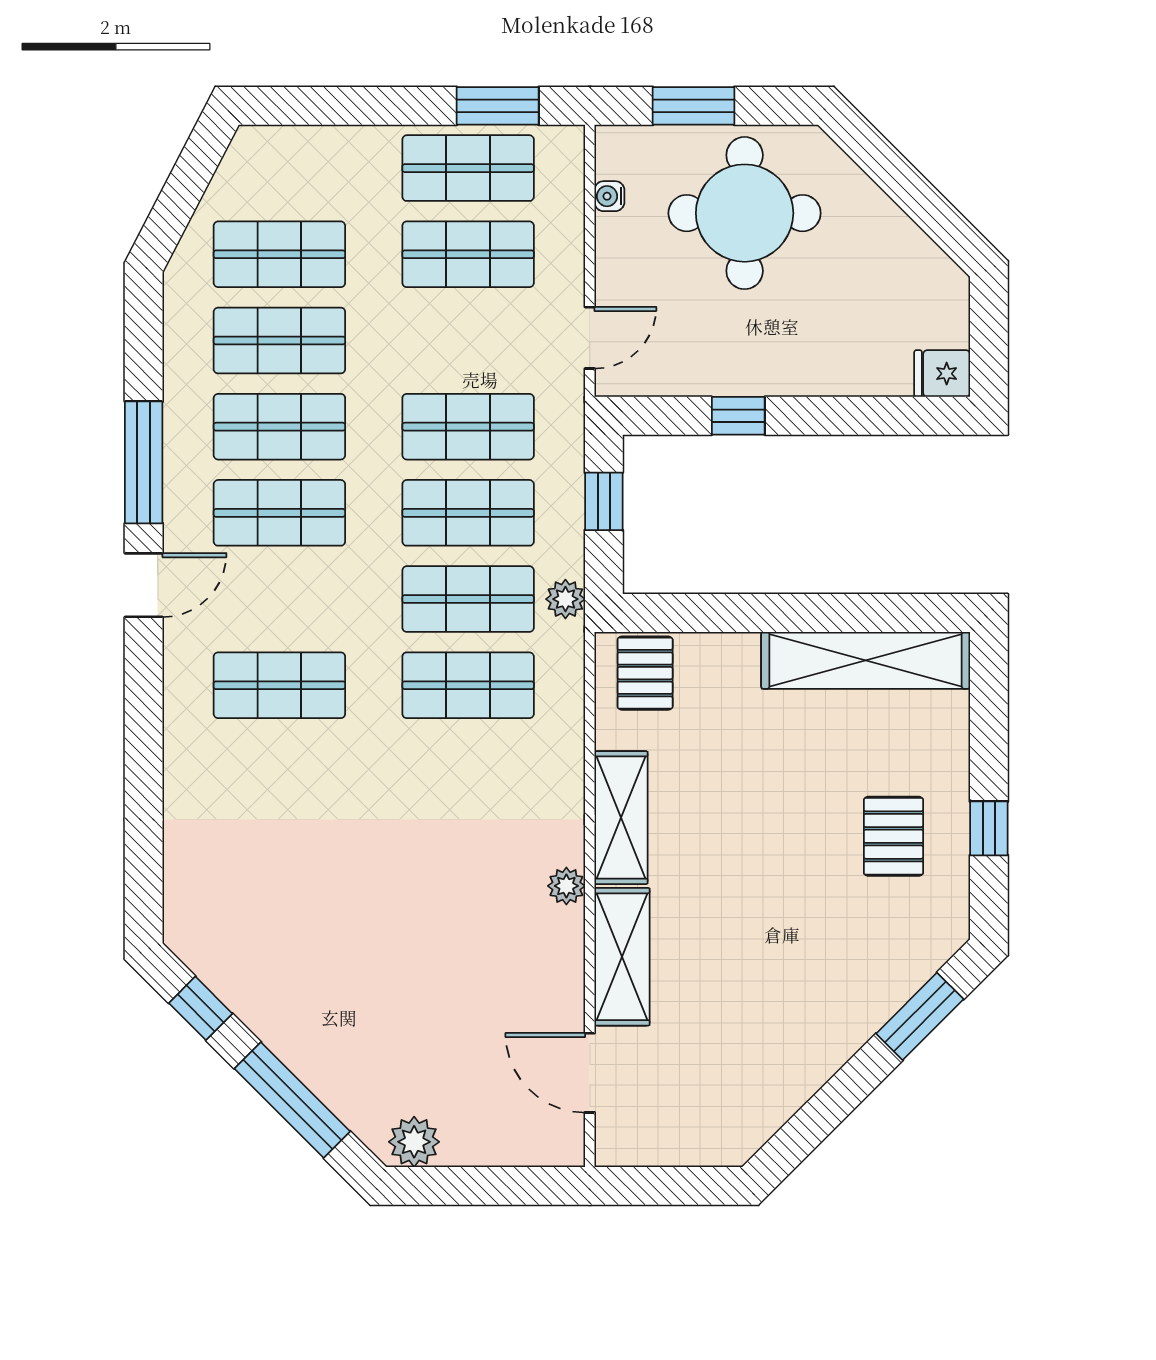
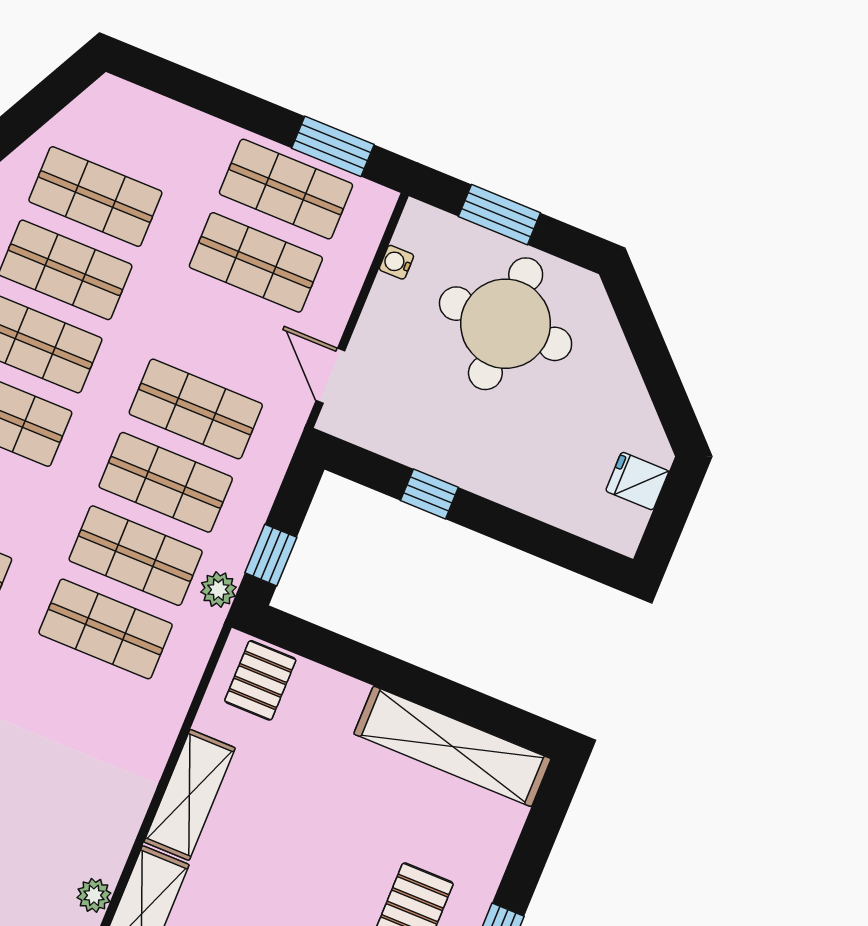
door: (590, 338) -> (330, 376), swing flipped
fridge: (942, 374) -> (637, 481), moved
window: (604, 501) -> (271, 555), moved
plant: (566, 886) -> (94, 895), moved

